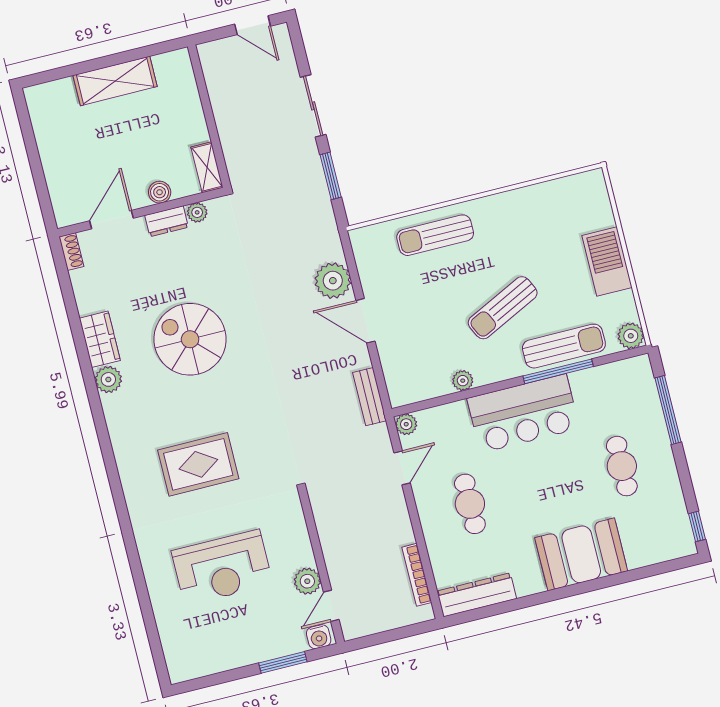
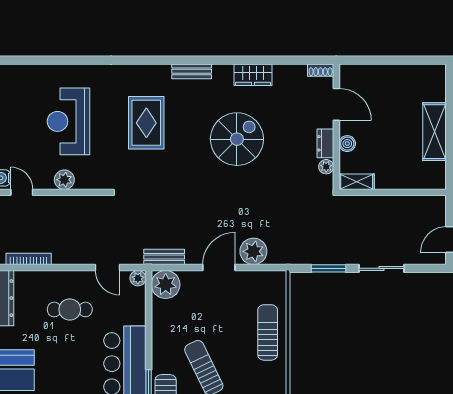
plant: (108, 379) -> (223, 74), removed
plant: (463, 381) -> (166, 284), moved, width x1.87, depth x1.87
bench: (115, 421) -> (192, 71), added
plant: (307, 581) -> (64, 180), moved

